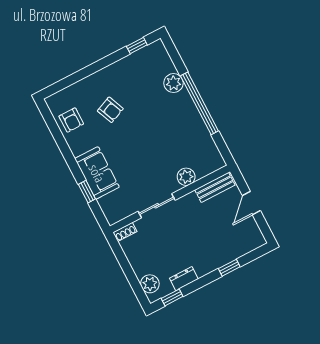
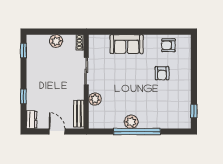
plant: (173, 83) -> (131, 122), moved
armchair: (110, 110) -> (162, 73), turned -67
window: (87, 192) -> (118, 32), removed
dresser: (184, 279) -> (31, 120), moved
plant: (150, 284) -> (56, 41), moved

